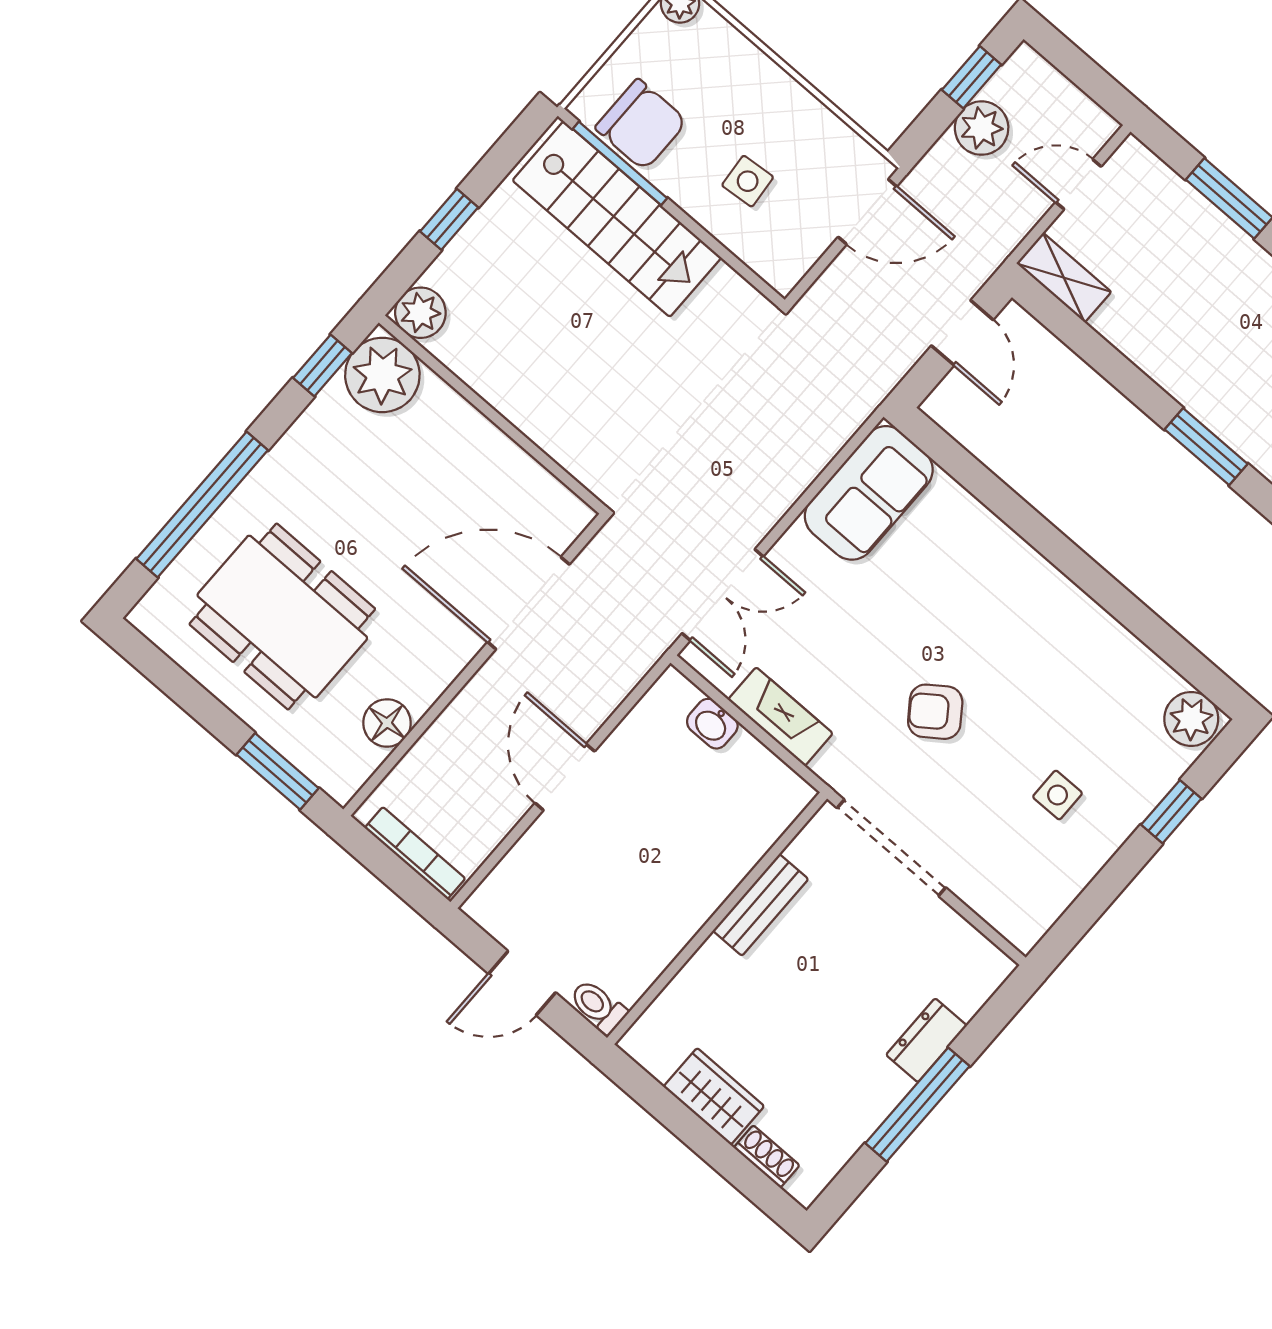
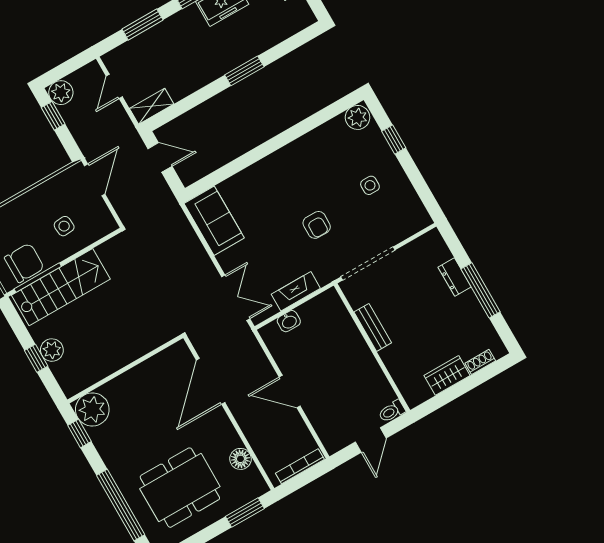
plant: (982, 128) -> (61, 93), moved
plant: (420, 313) -> (52, 350), moved
armchair: (935, 712) -> (317, 225), turned -54

